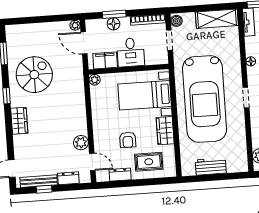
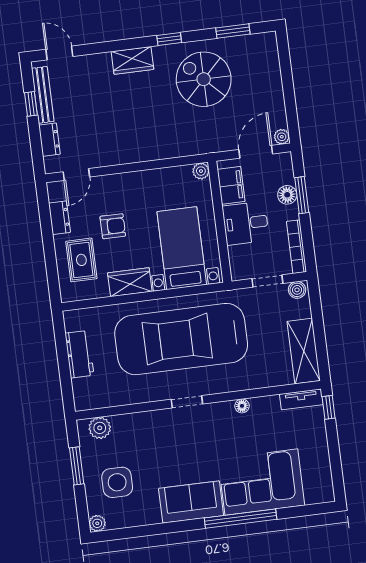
spiral stairs: (34, 75) -> (204, 79), turned 180
armchair: (128, 140) -> (113, 226), turned 180
plant: (81, 143) -> (105, 156), removed

